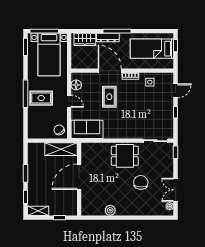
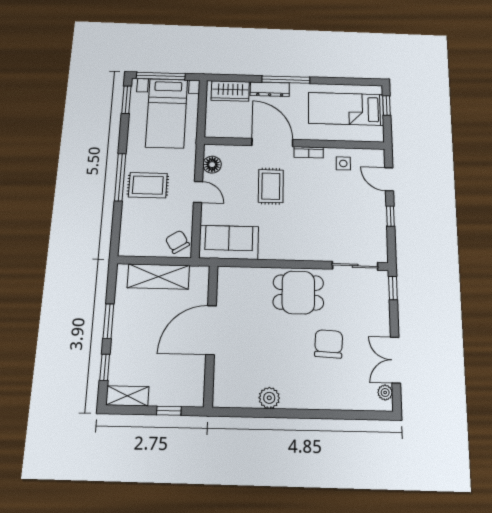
door: (176, 91) -> (389, 179), swing flipped
shelving: (61, 149) -> (158, 277), moved

